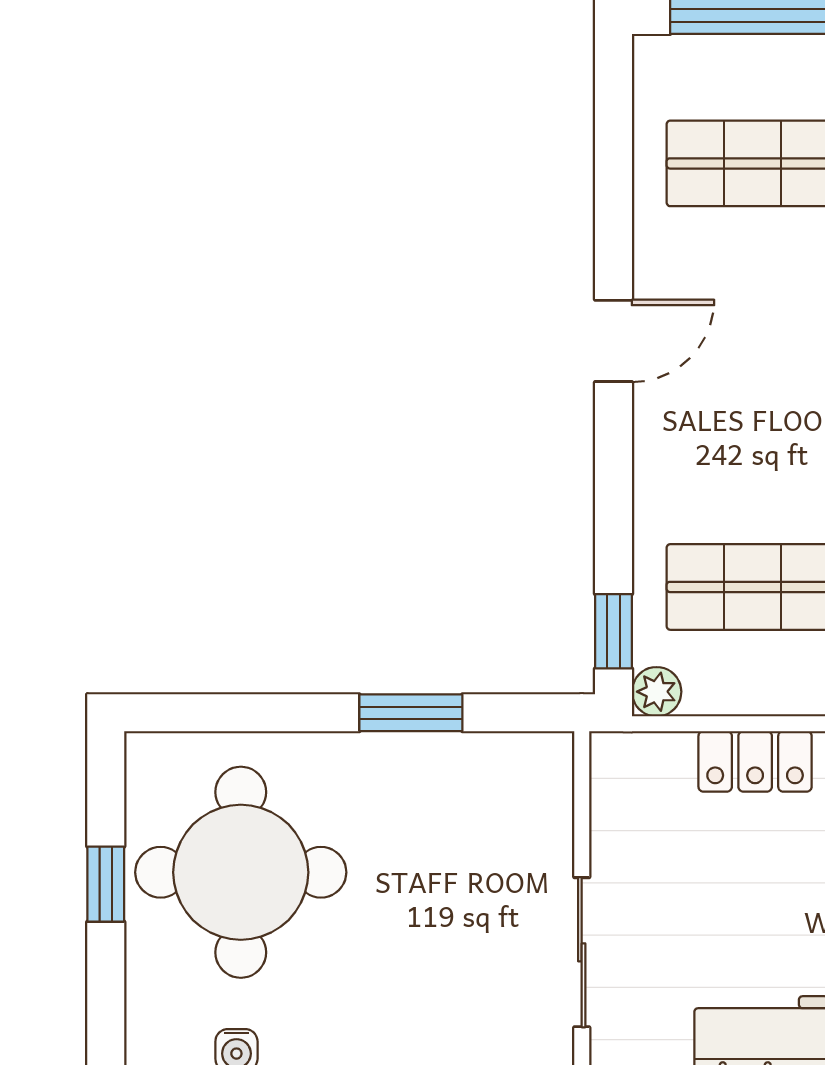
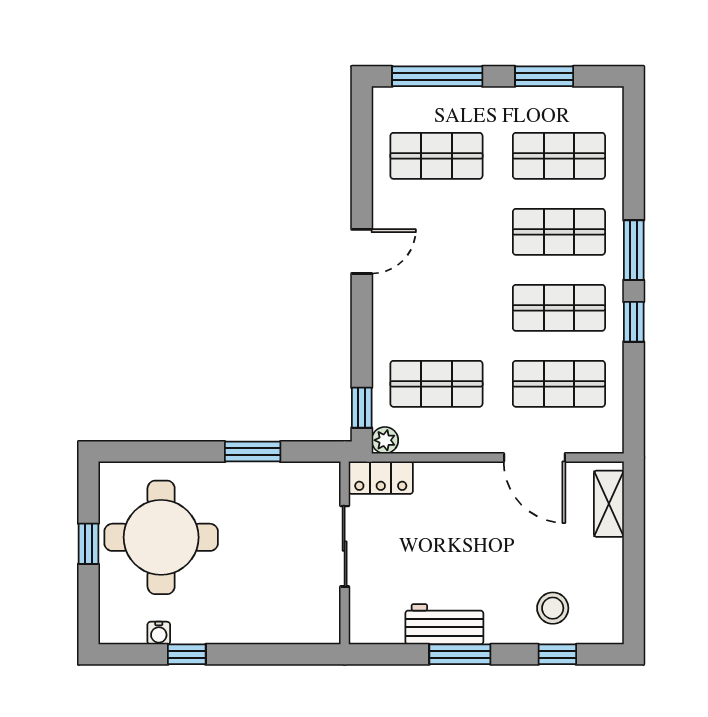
locker: (755, 761) -> (381, 478), moved
sliding door: (582, 952) -> (345, 546), moved

